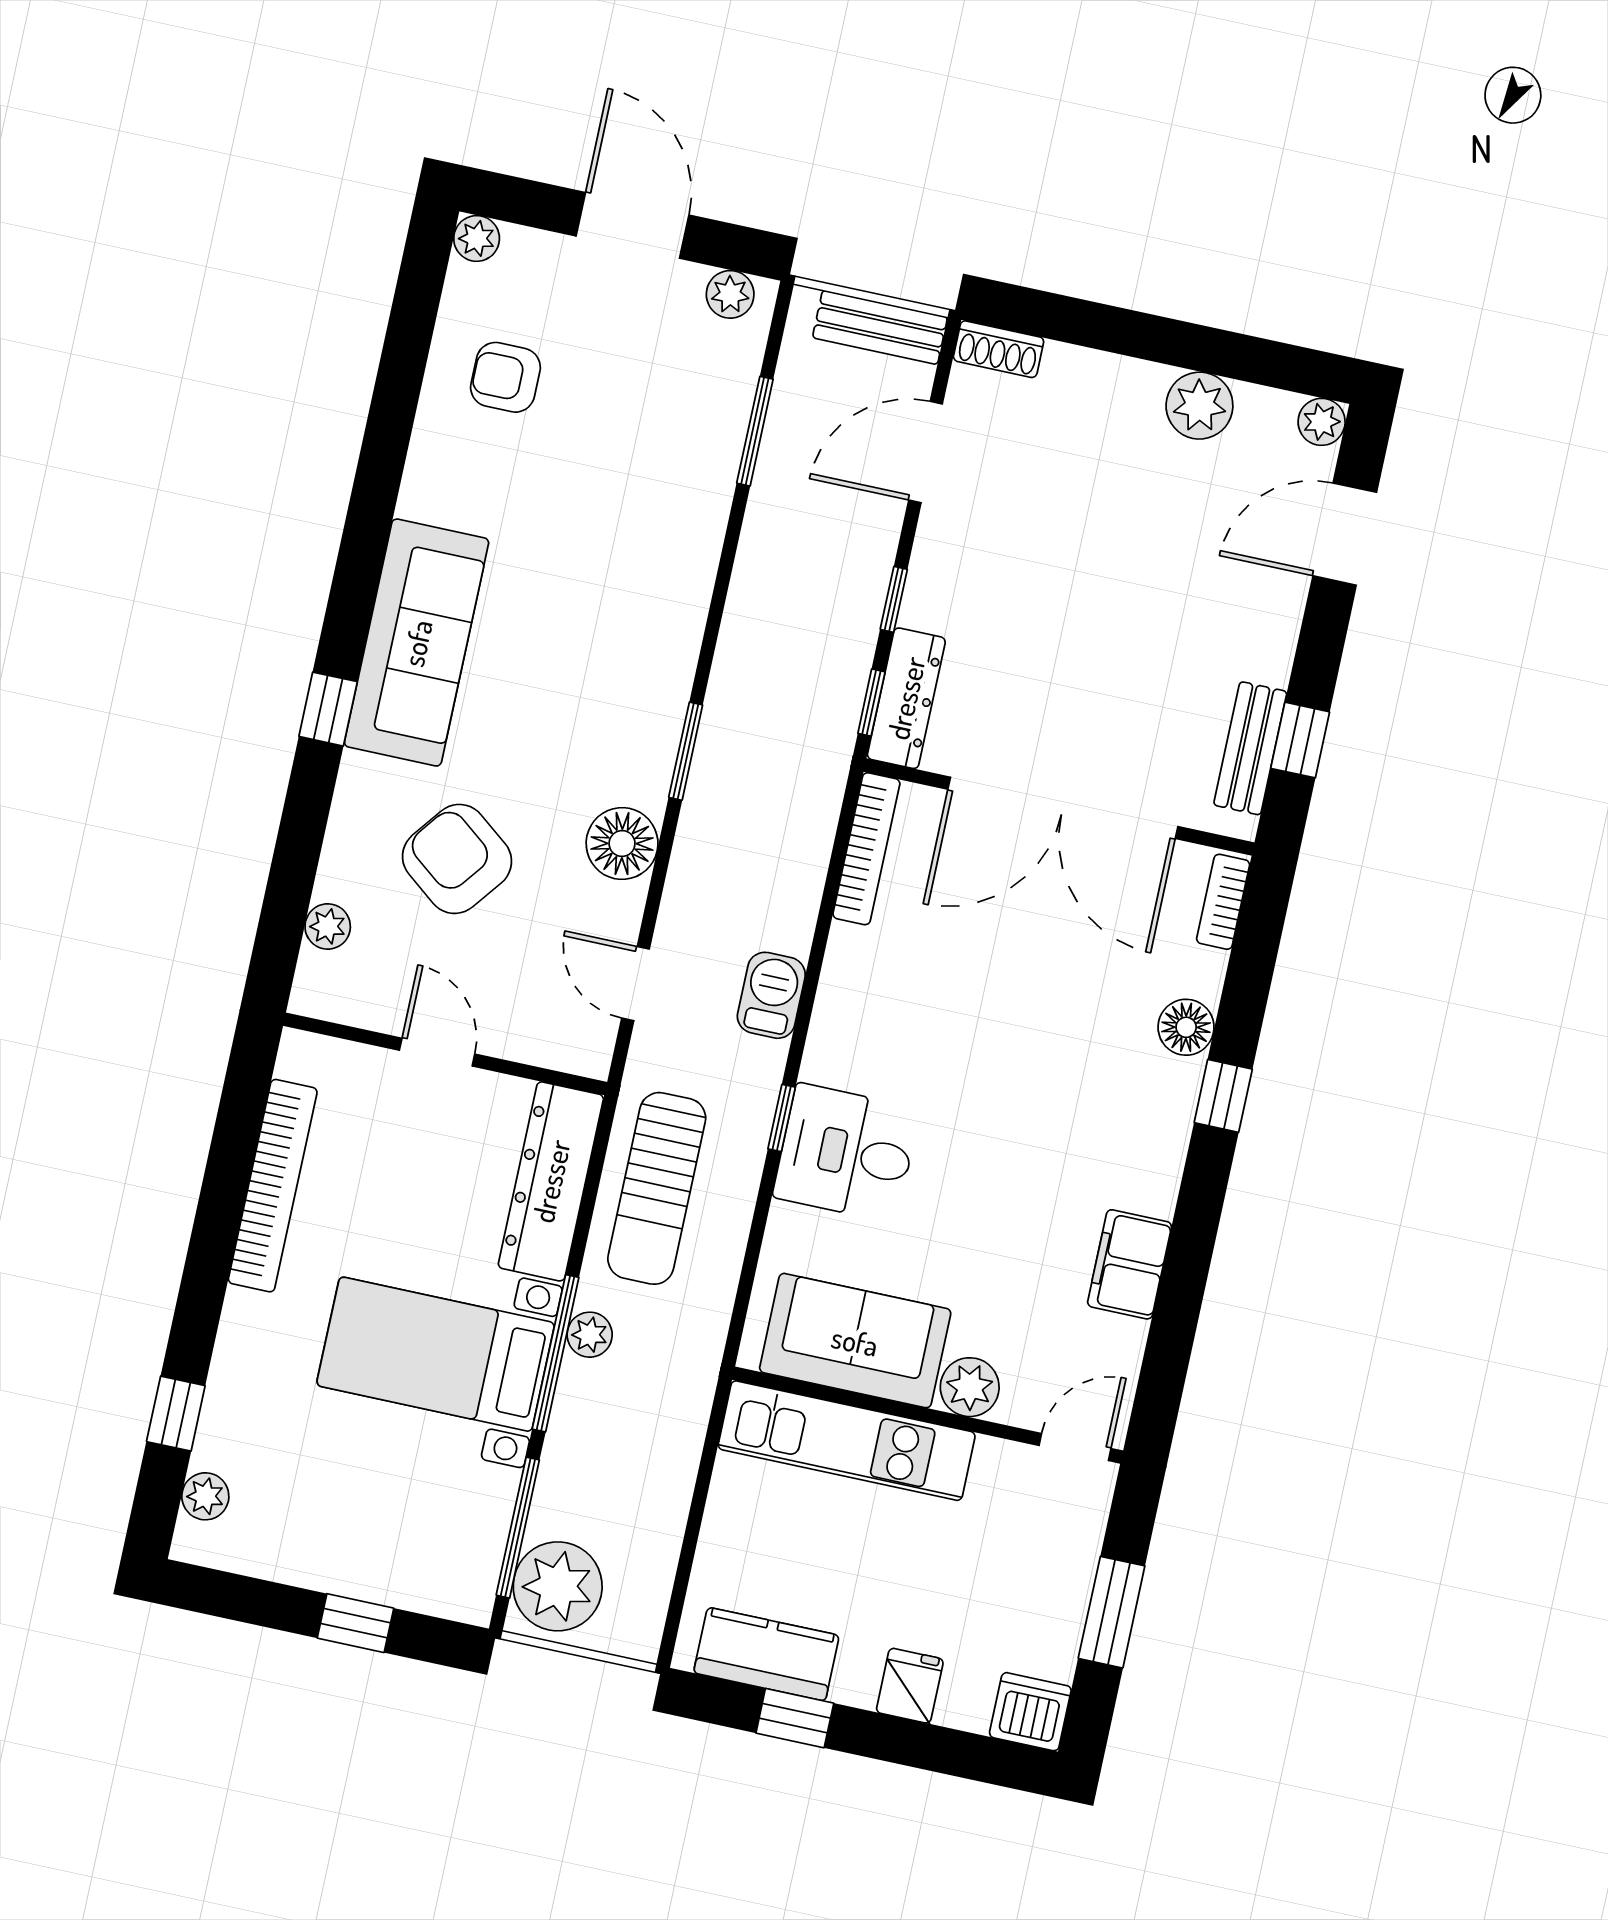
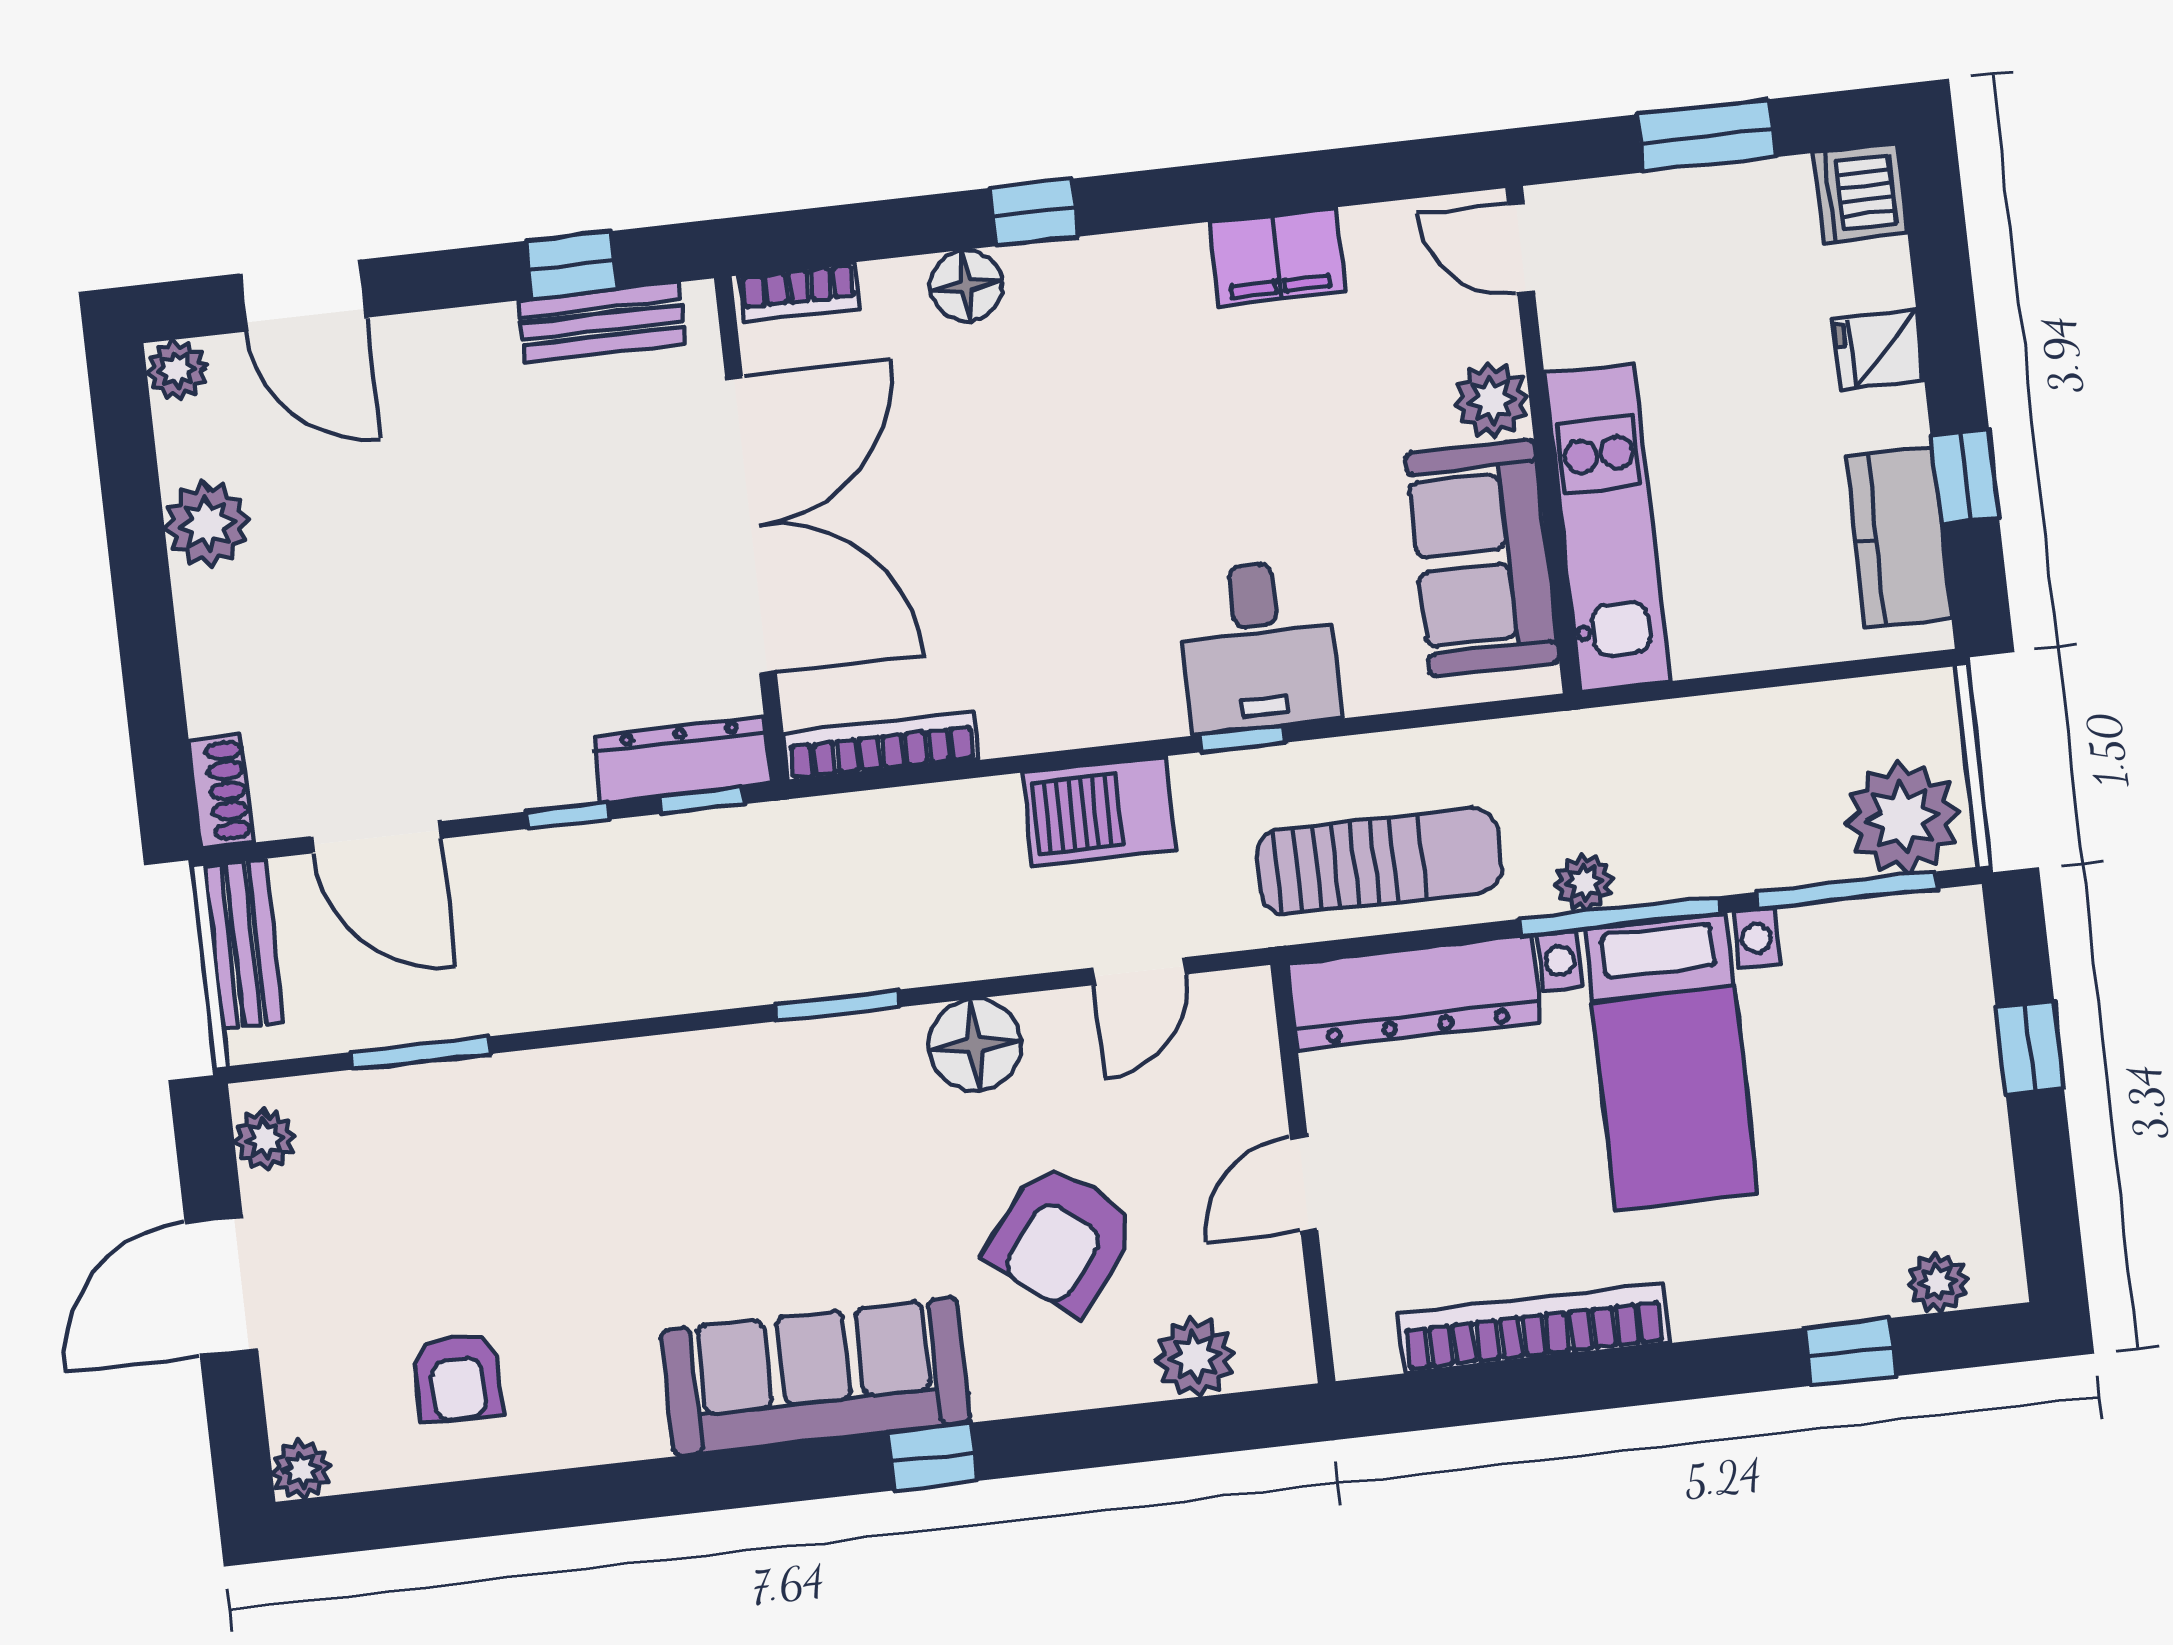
plant: (328, 926) -> (1195, 1357), width x1.38, depth x1.38
barbecue: (771, 995) -> (1099, 811), width x1.38, depth x1.27

